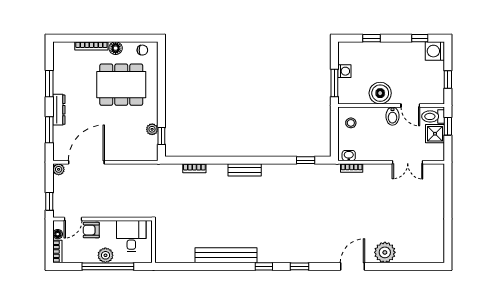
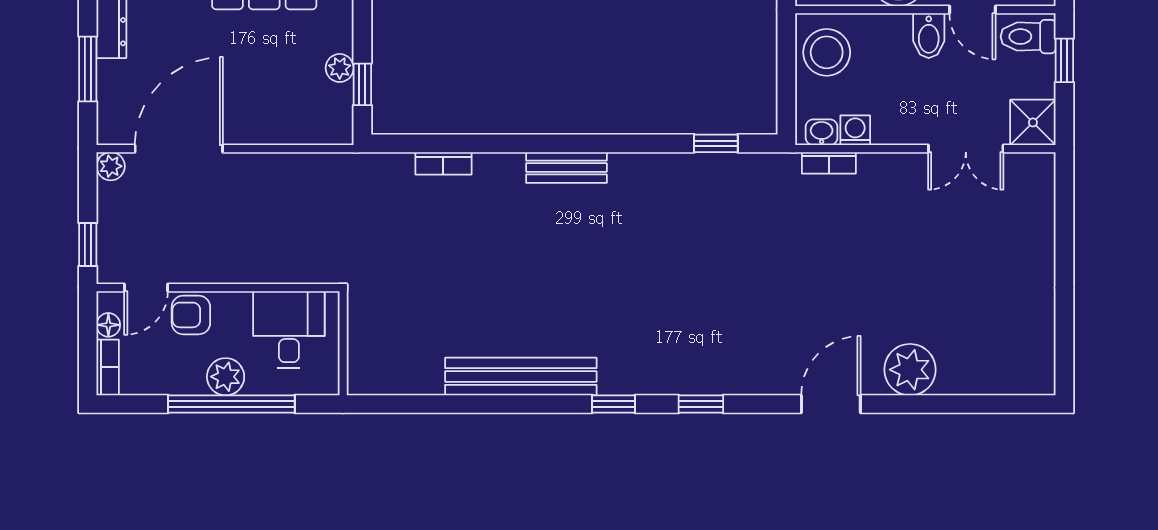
stool: (351, 123) -> (827, 52), width x1.89, depth x1.89
shower: (435, 134) -> (1033, 122), moved
washing machine: (362, 155) -> (855, 130), added

